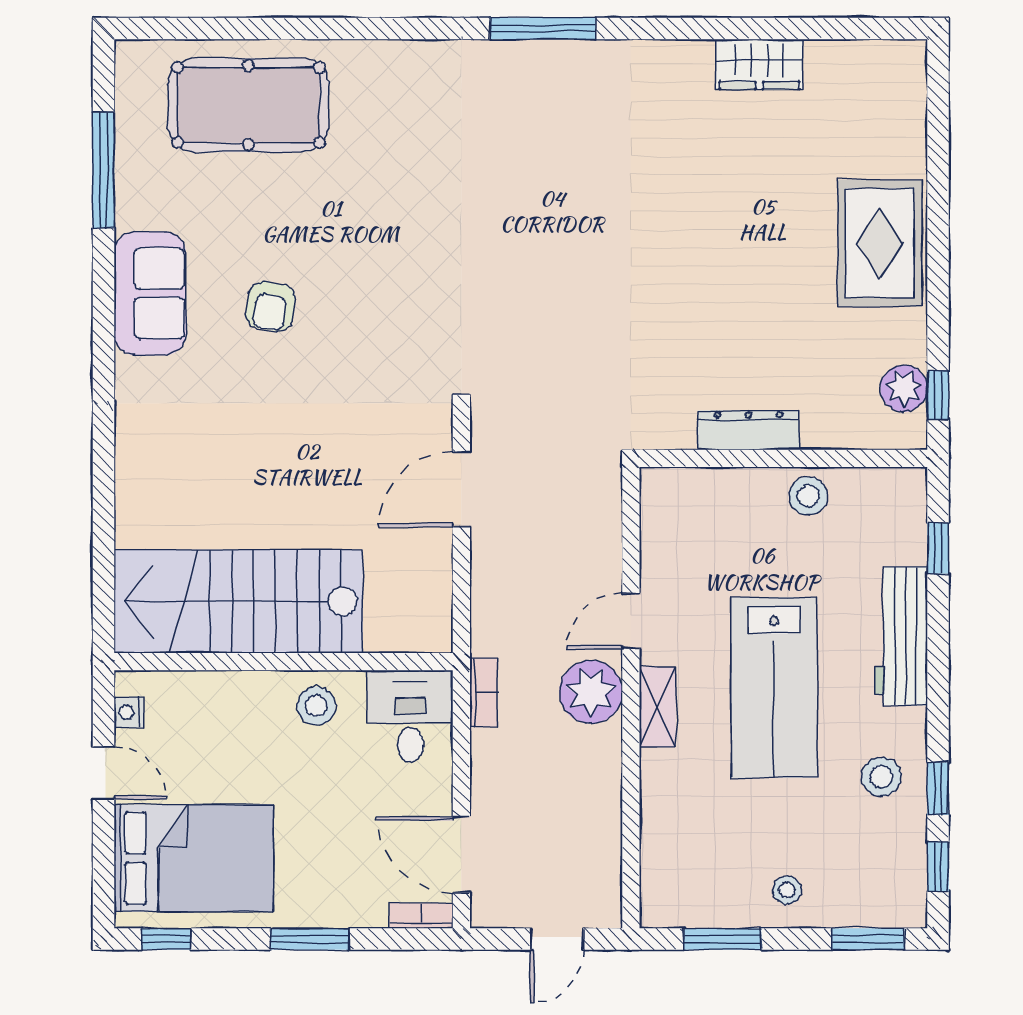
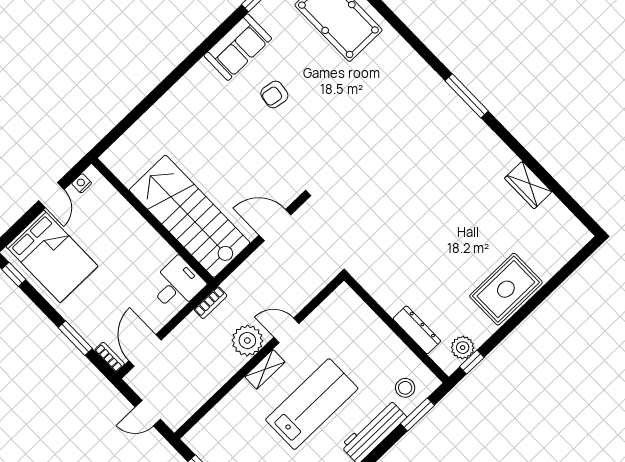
dresser: (748, 430) -> (417, 330), moved
stool: (808, 496) -> (405, 388), moved
window: (938, 548) -> (417, 415), width x1.50
stairs: (238, 601) -> (190, 216), moved
lab bench: (774, 688) -> (312, 404), turned 180
stool: (316, 706) -> (148, 248), removed
window: (310, 939) -> (75, 338), moved

